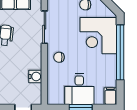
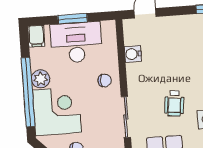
plant: (109, 62) -> (41, 79), added
desk: (79, 89) -> (76, 42), width x1.37

